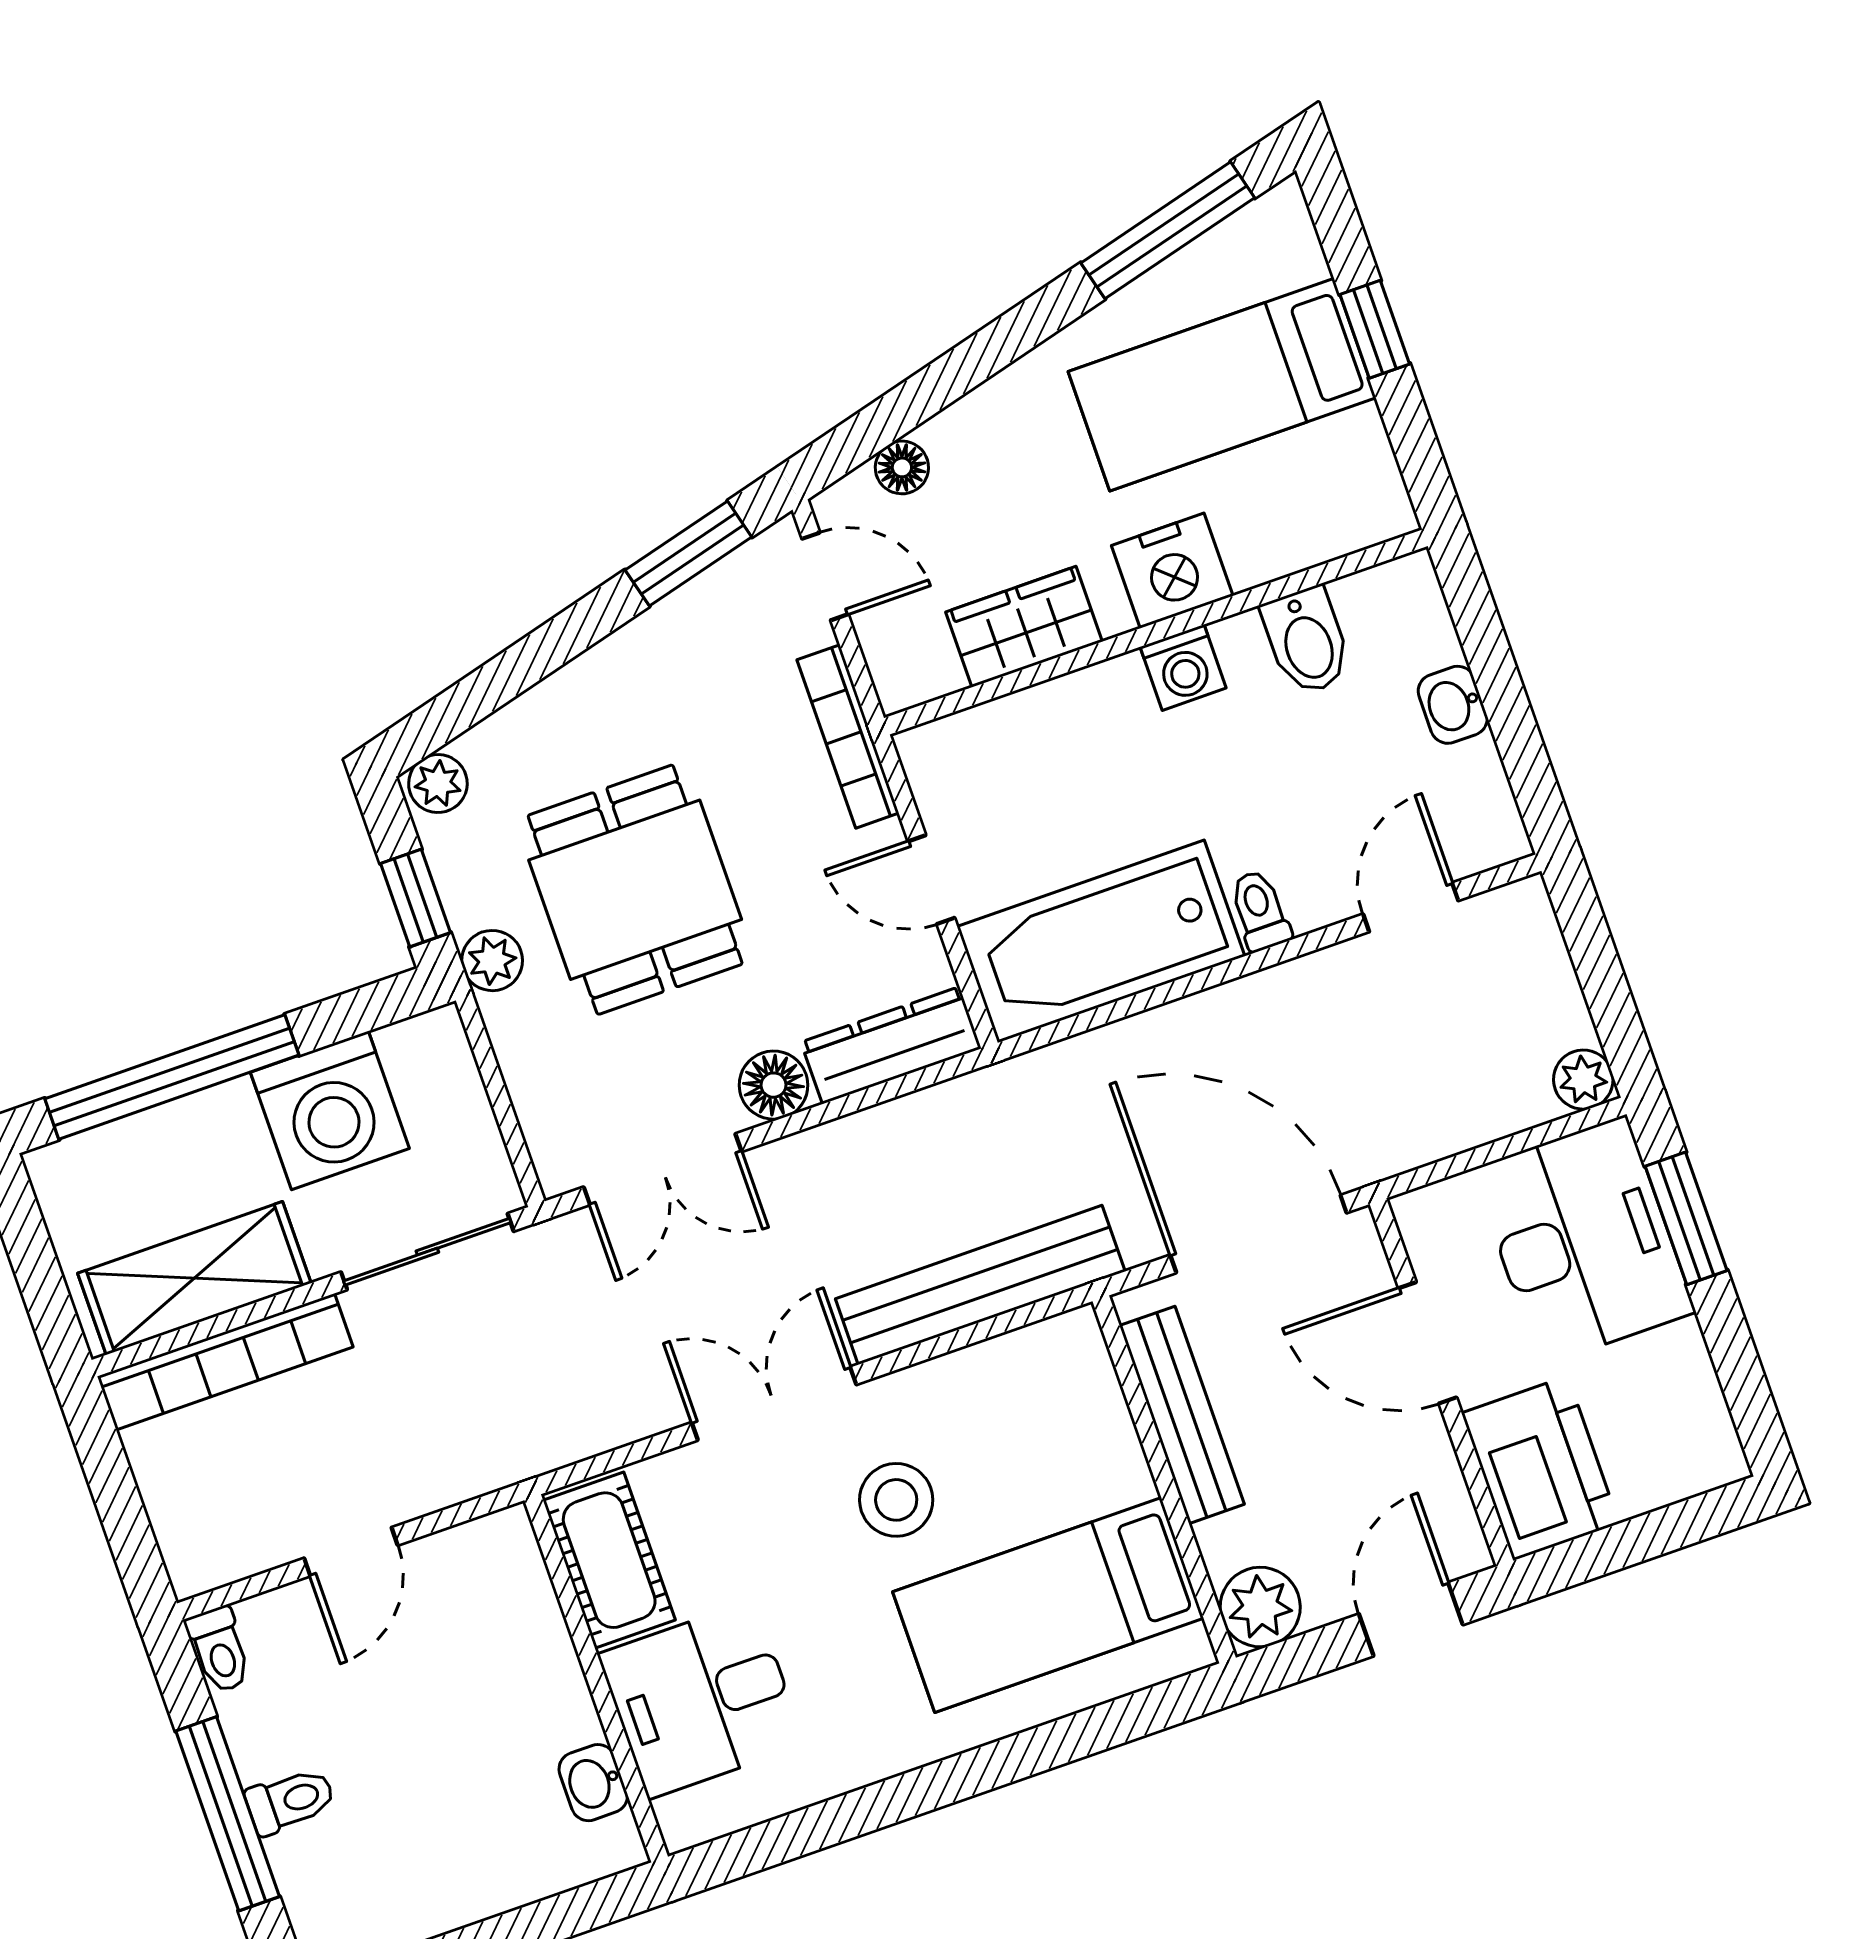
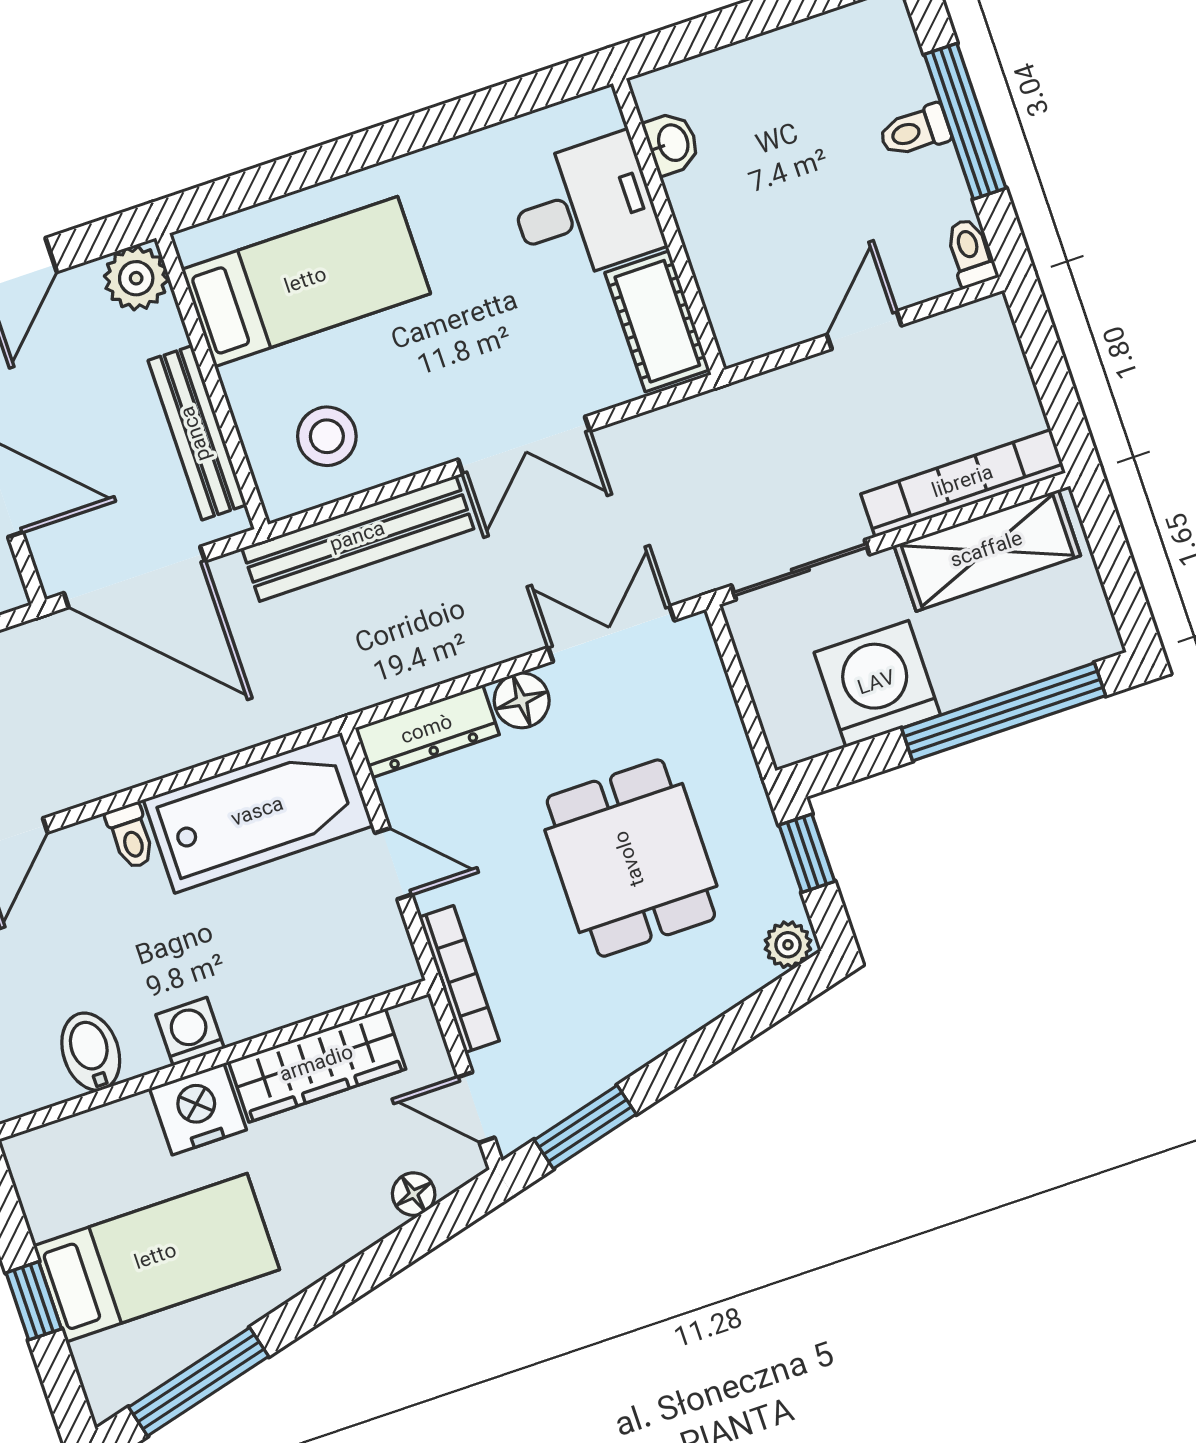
wardrobe: (1024, 627) -> (317, 1065), width x1.50
plant: (492, 961) -> (746, 803), removed
stool: (896, 1500) -> (327, 436), moved

